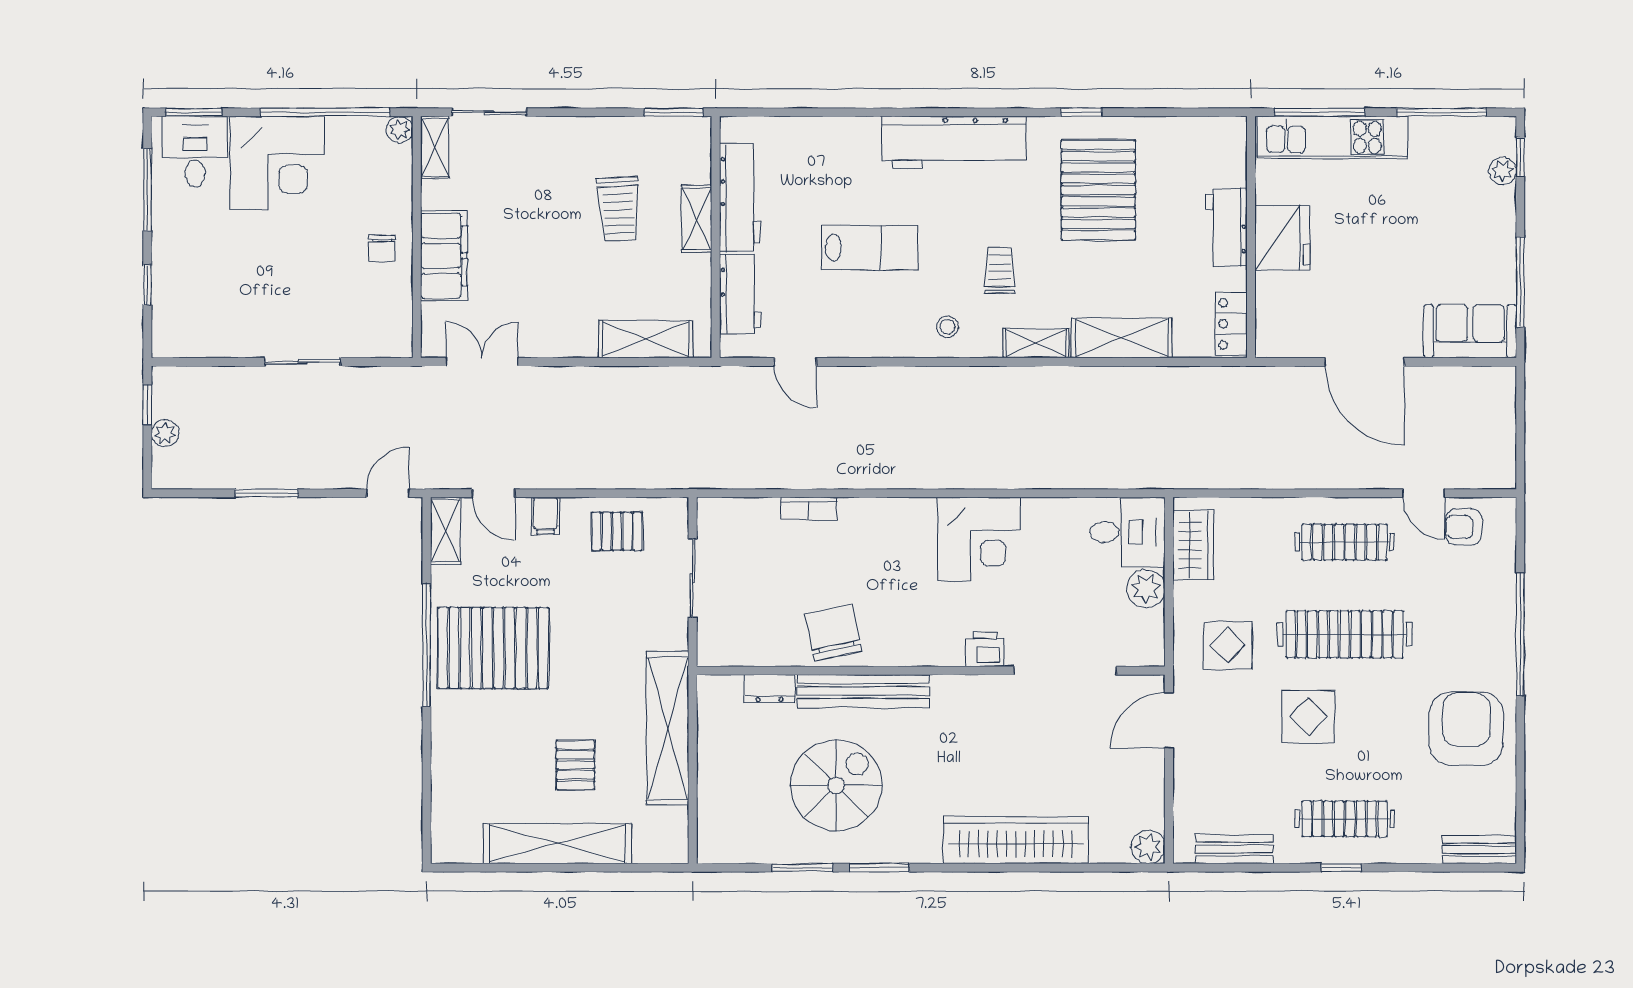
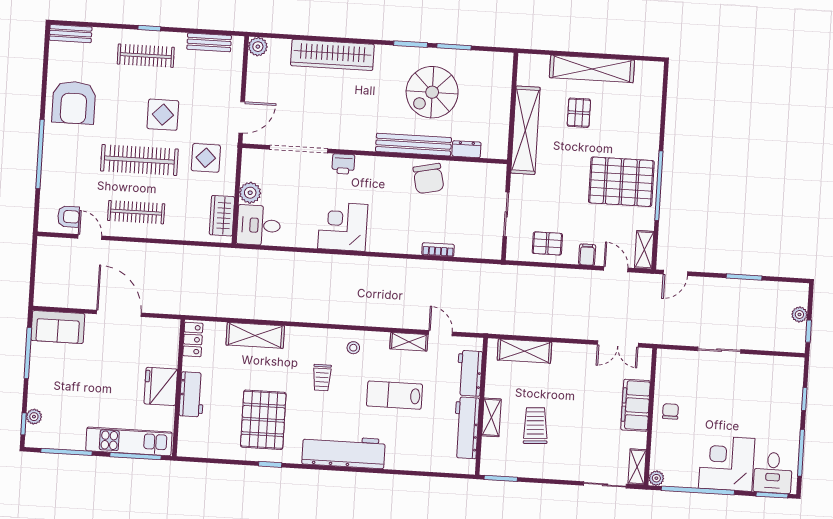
shelving: (1036, 343) -> (409, 342), moved

